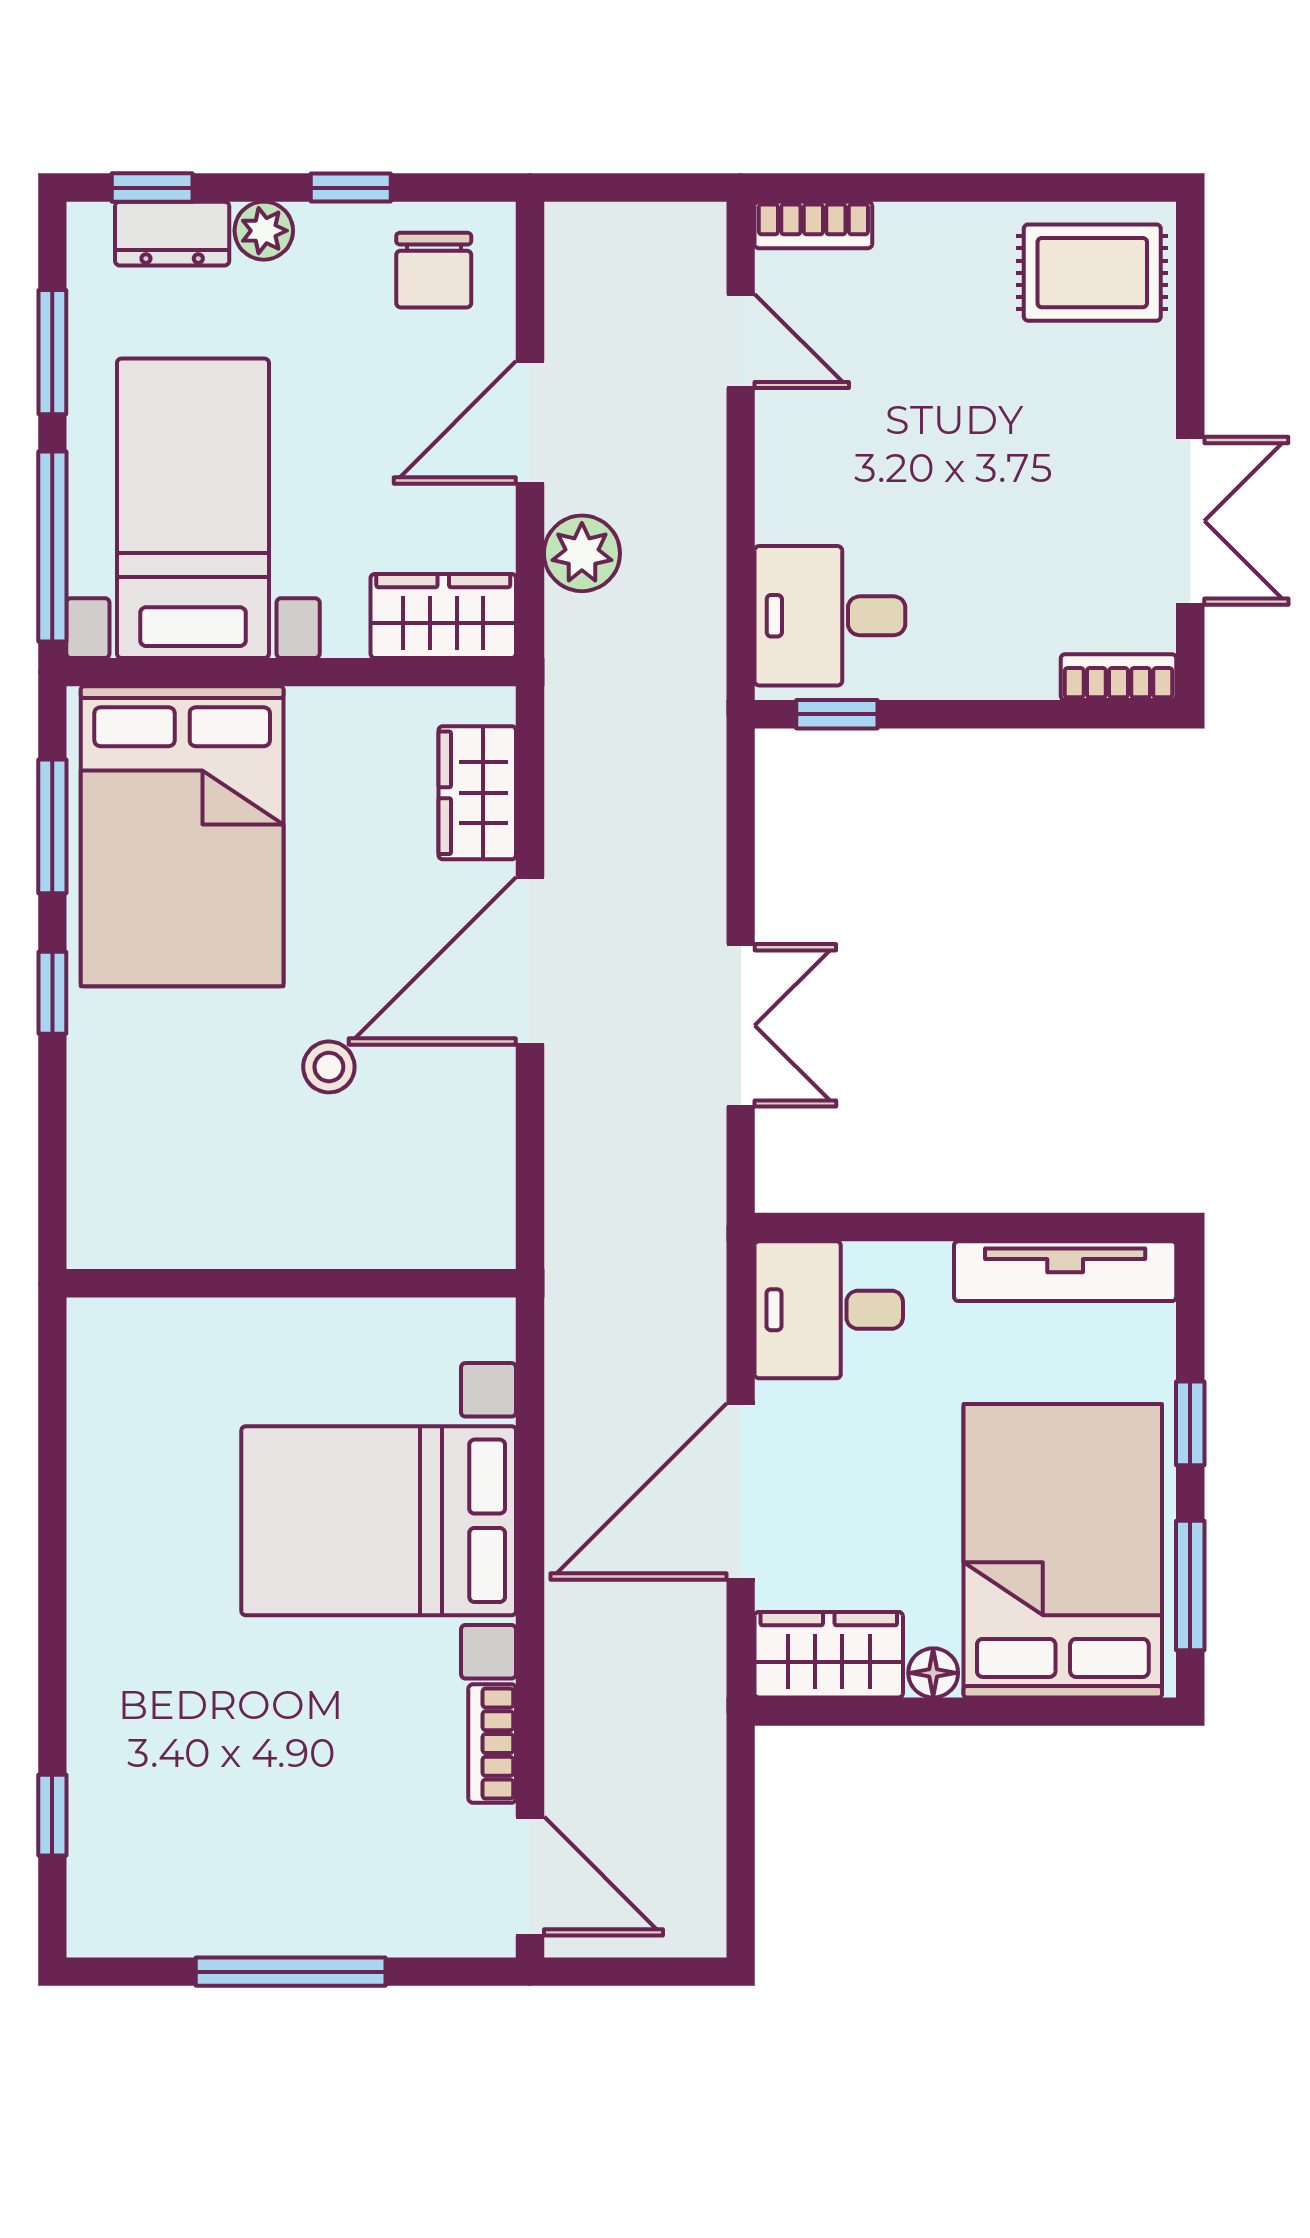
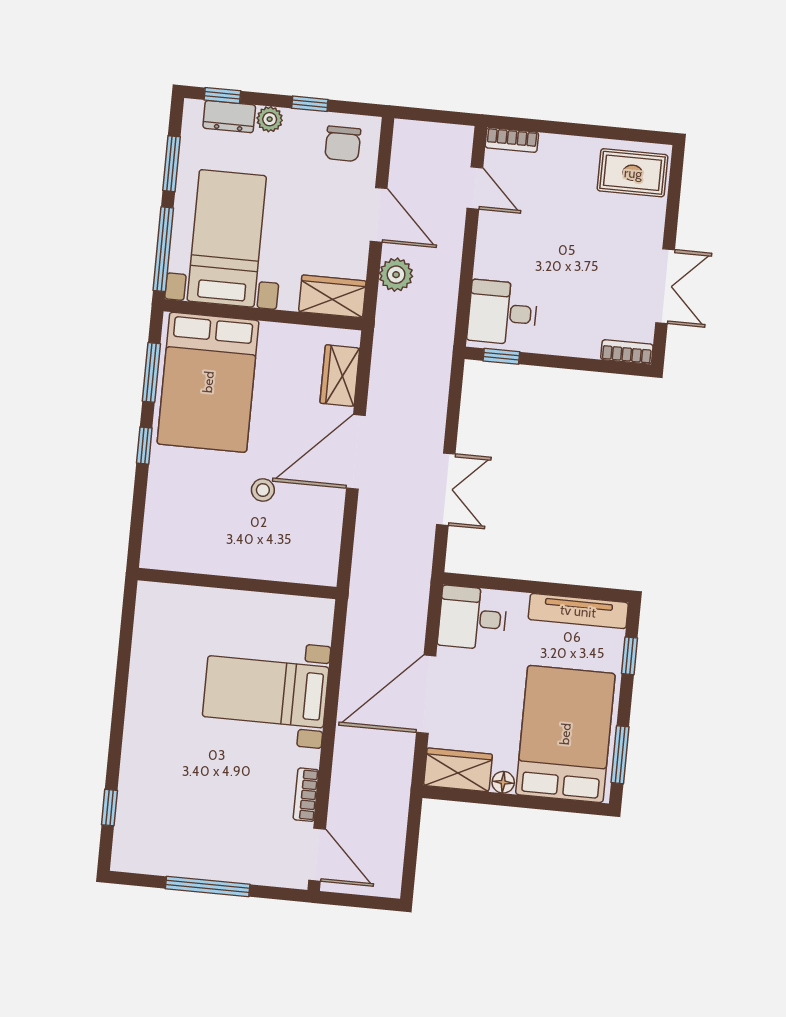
door: (530, 422) -> (379, 215), swing flipped
window: (1190, 1423) -> (629, 656), moved
bed with nightstands: (379, 1521) -> (266, 692), width x0.73

